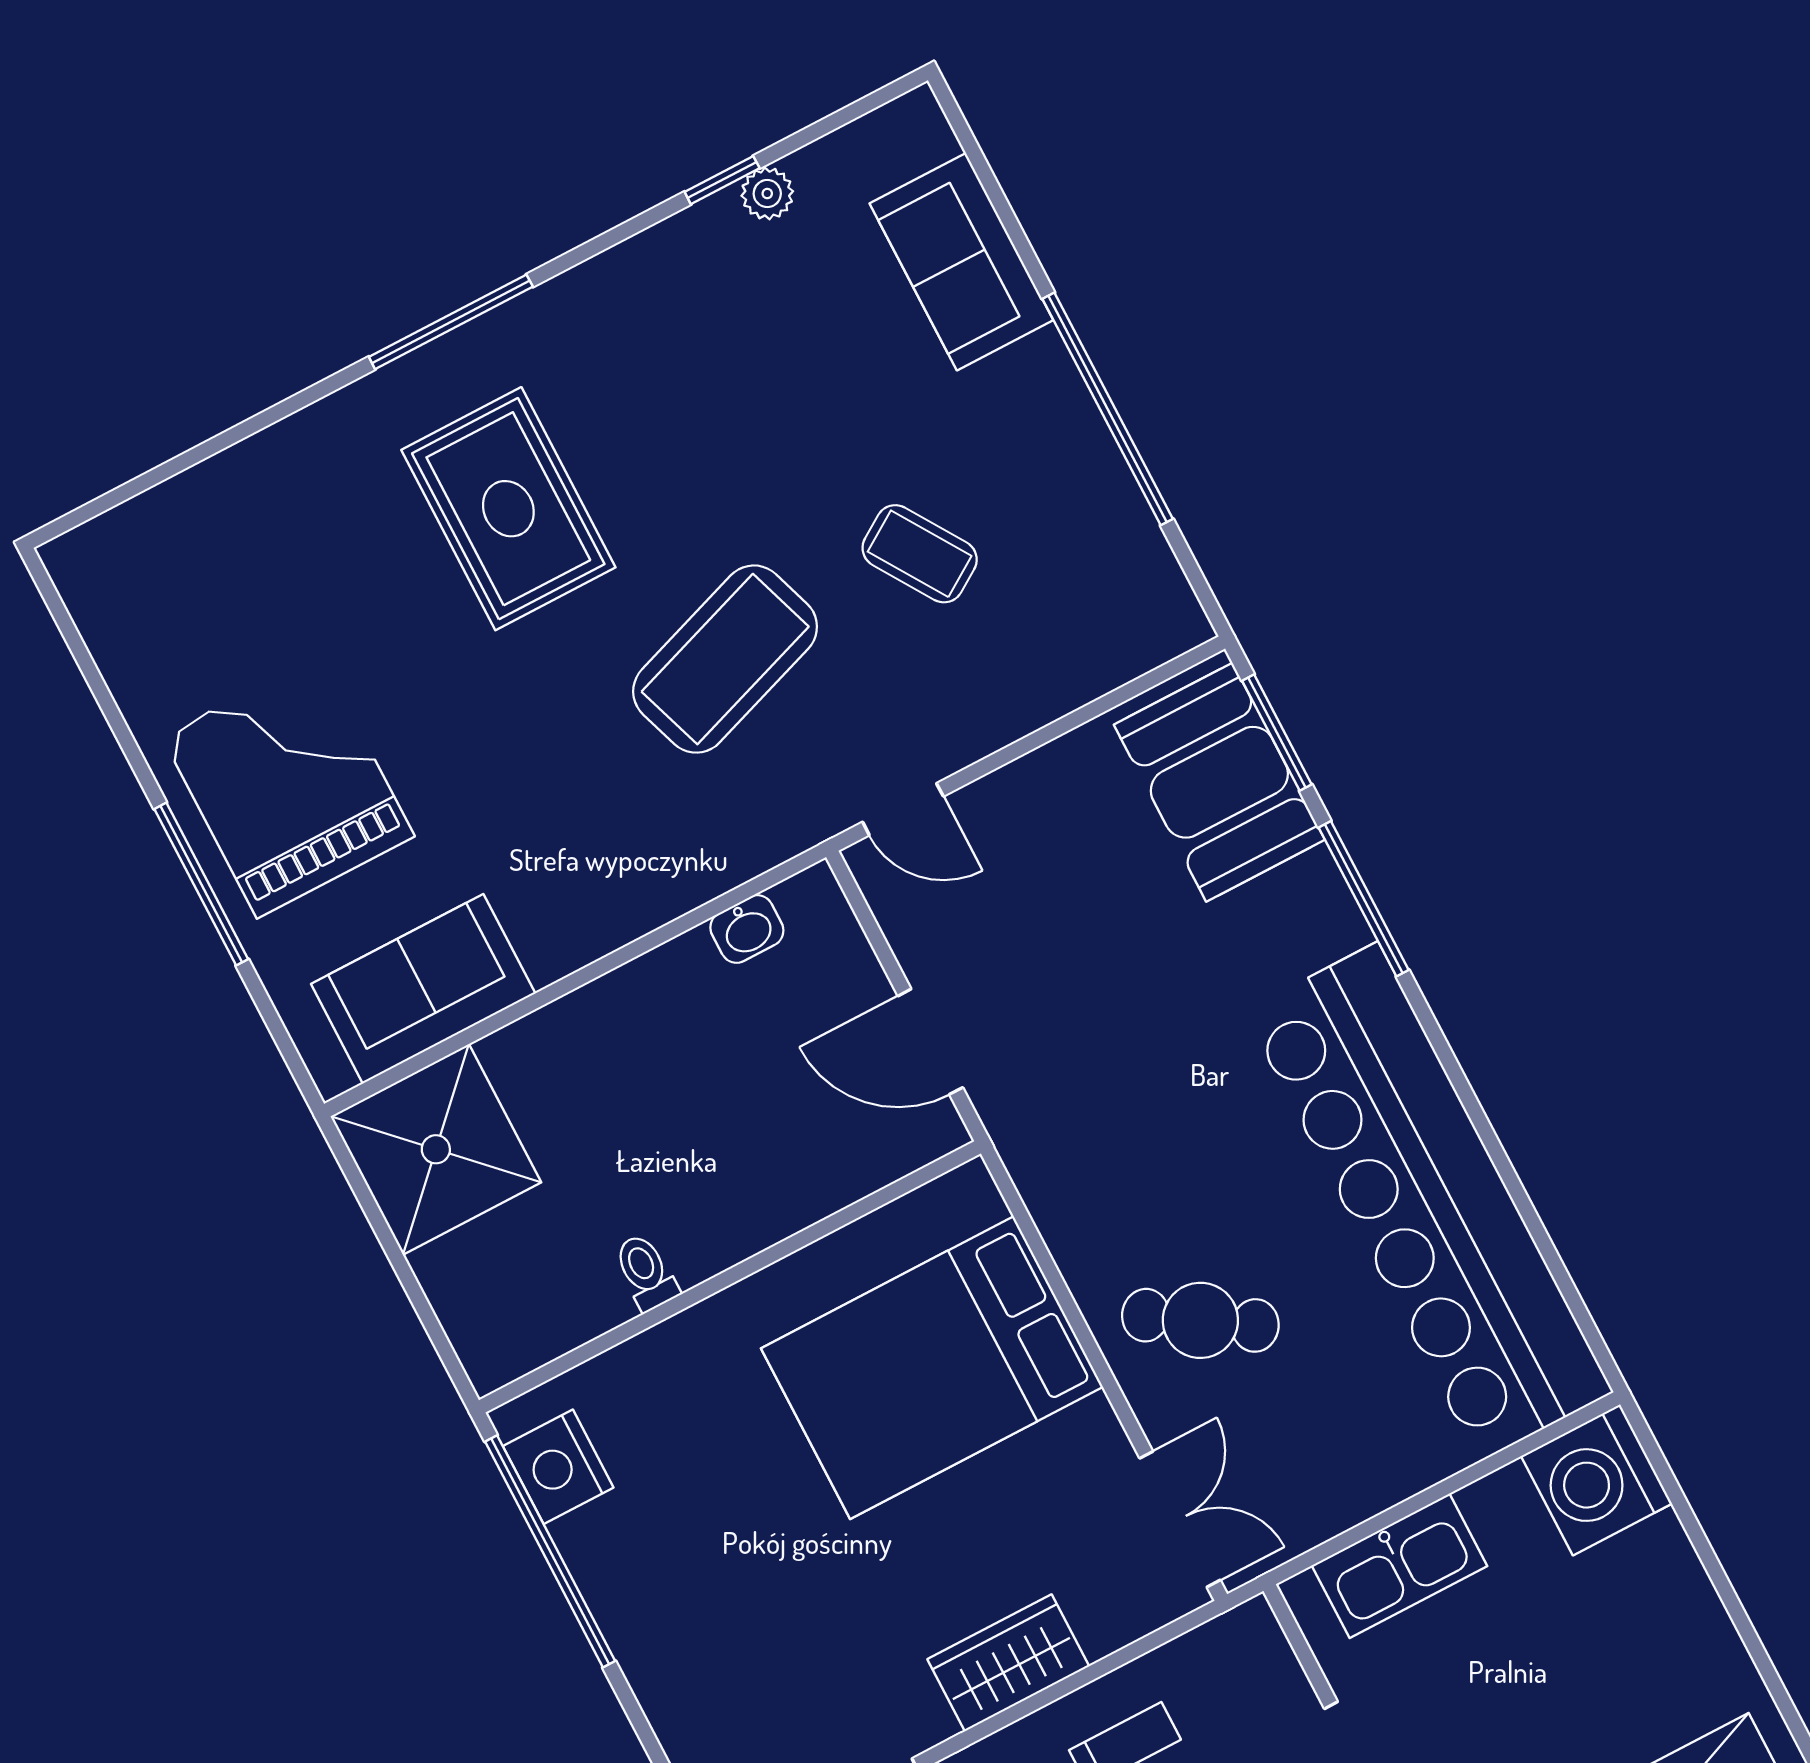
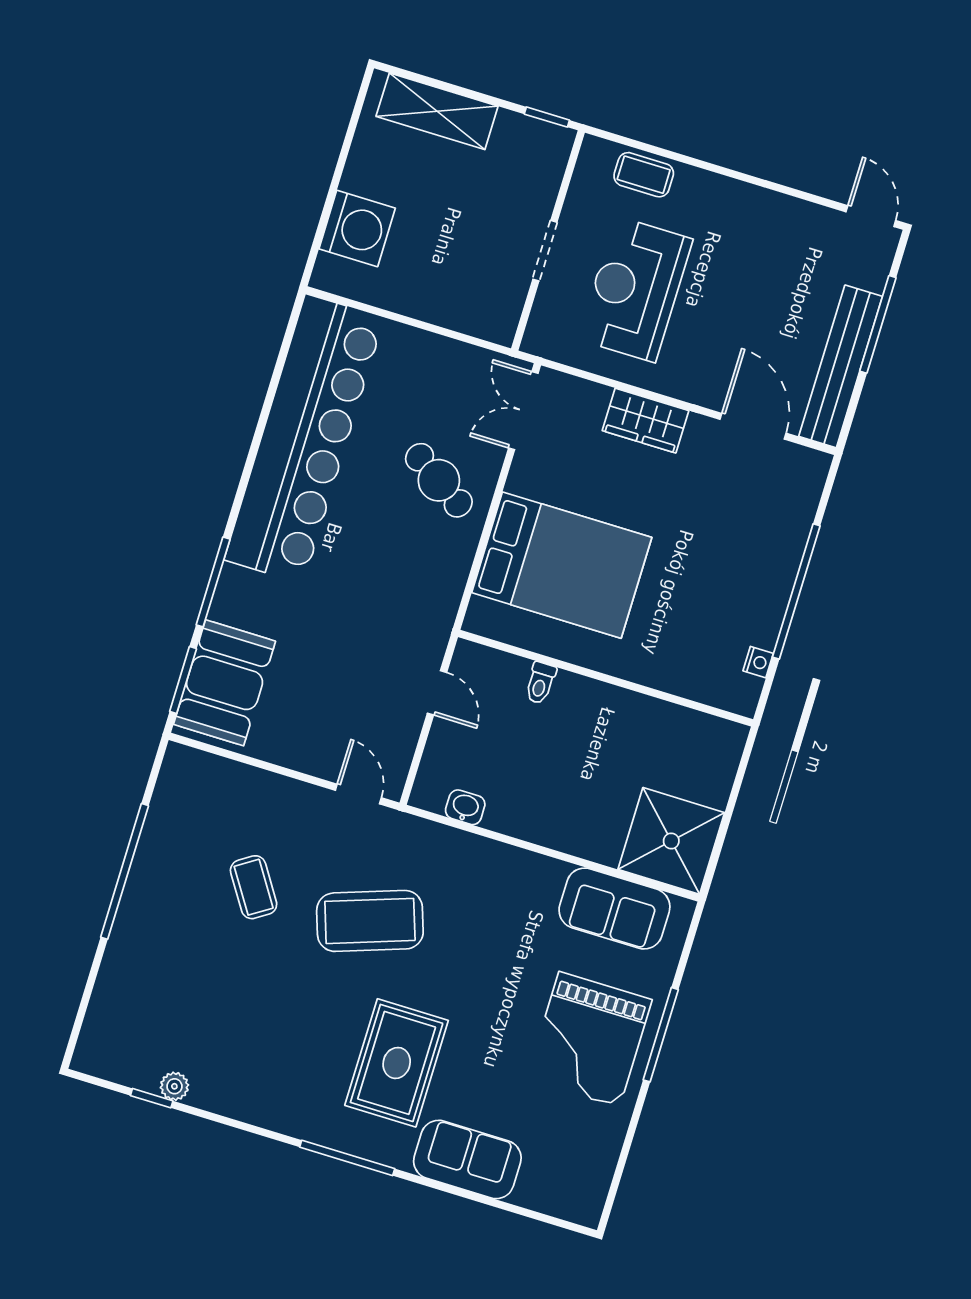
window: (722, 180) -> (152, 1098), moved
sofa: (961, 262) -> (467, 1160), moved, turned -90
door: (930, 1042) -> (437, 693), width x0.73
toilet: (646, 1272) -> (540, 683), moved
nightstand: (558, 1467) -> (758, 662), width x0.53, depth x0.56
washing machine: (1596, 1480) -> (357, 228), moved
window: (550, 1551) -> (796, 591), moved
kitchen sink: (1400, 1566) -> (456, 308), removed

